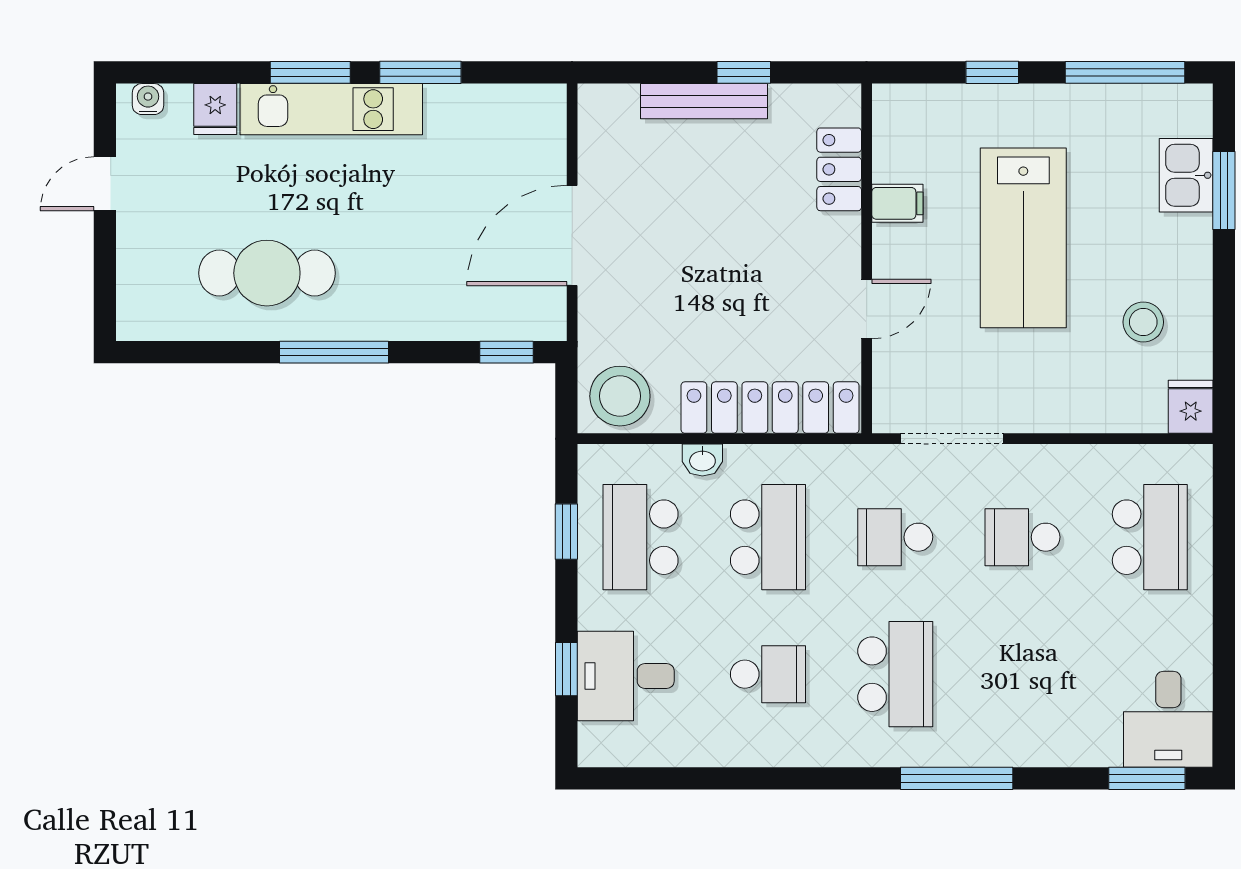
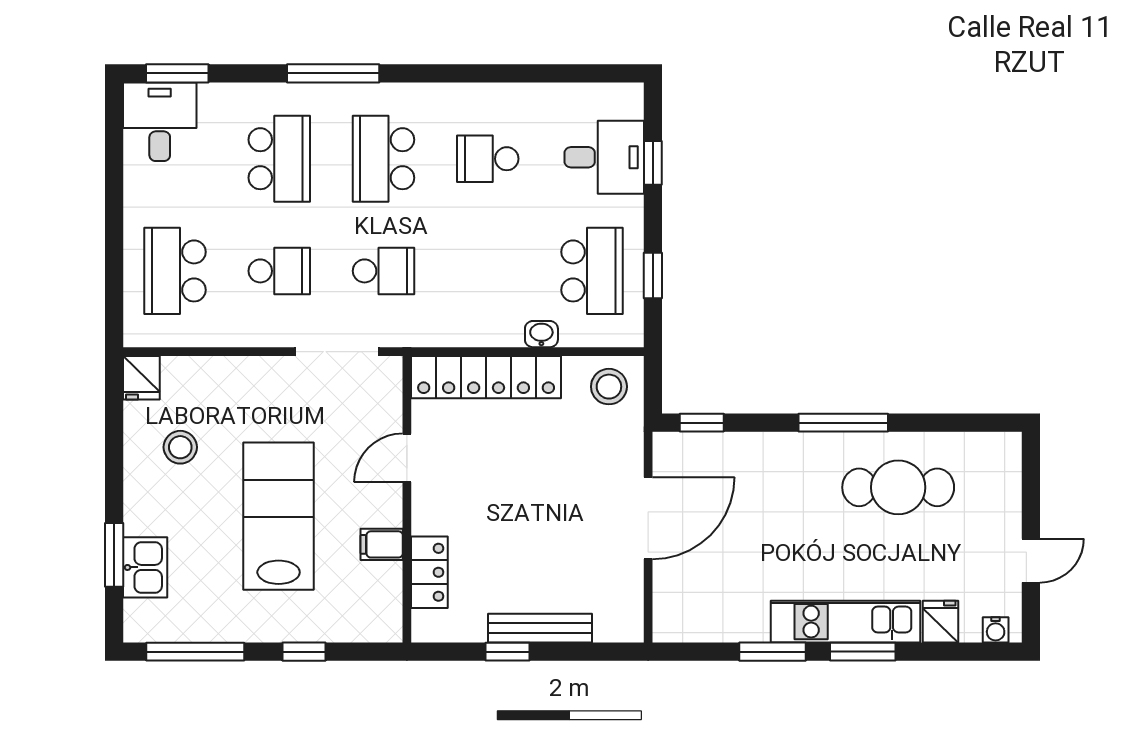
stool: (620, 396) -> (609, 387), width x0.73, depth x0.73
school desk: (768, 537) -> (279, 159), moved, turned 180

